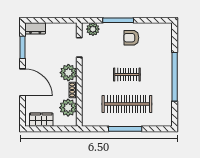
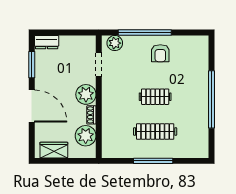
window: (118, 20) -> (145, 32), width x1.46
armchair: (131, 38) -> (160, 53), turned -90
clothes rail: (127, 104) -> (155, 132), width x0.73, depth x0.76

